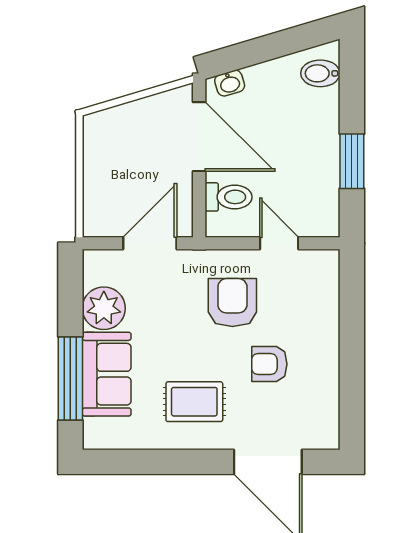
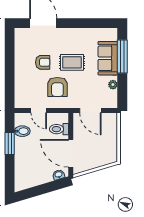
bidet: (320, 73) -> (22, 131), moved
door: (150, 243) -> (90, 111), hinge flipped
plant: (104, 308) -> (113, 85), width x0.53, depth x0.53
rug: (194, 402) -> (72, 62), moved

